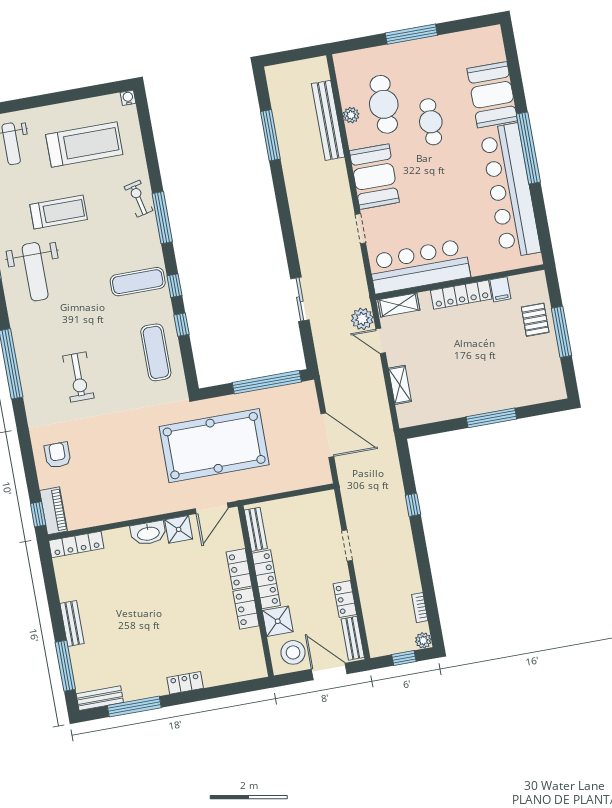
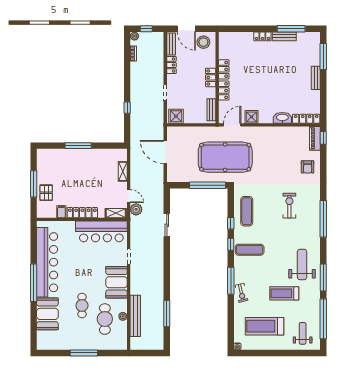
window: (267, 382) -> (207, 185), moved
washbasin: (148, 533) -> (282, 118), moved
locker: (266, 579) -> (211, 77), width x0.66
shower: (278, 621) -> (176, 116), moved
bench: (100, 698) -> (284, 36), moved

